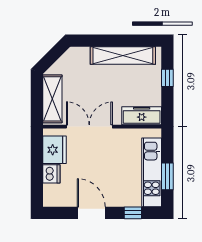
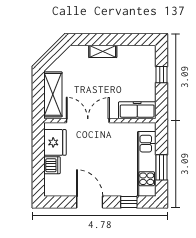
shelving: (123, 55) -> (103, 51), width x0.45, depth x0.75

